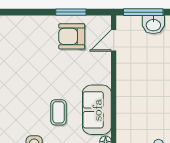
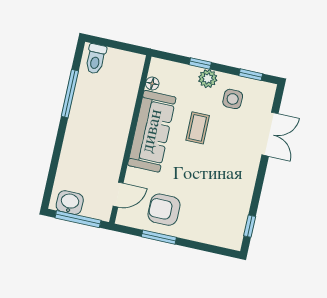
armchair: (72, 36) -> (164, 210), turned 180
sofa: (97, 110) -> (152, 131), width x1.36

